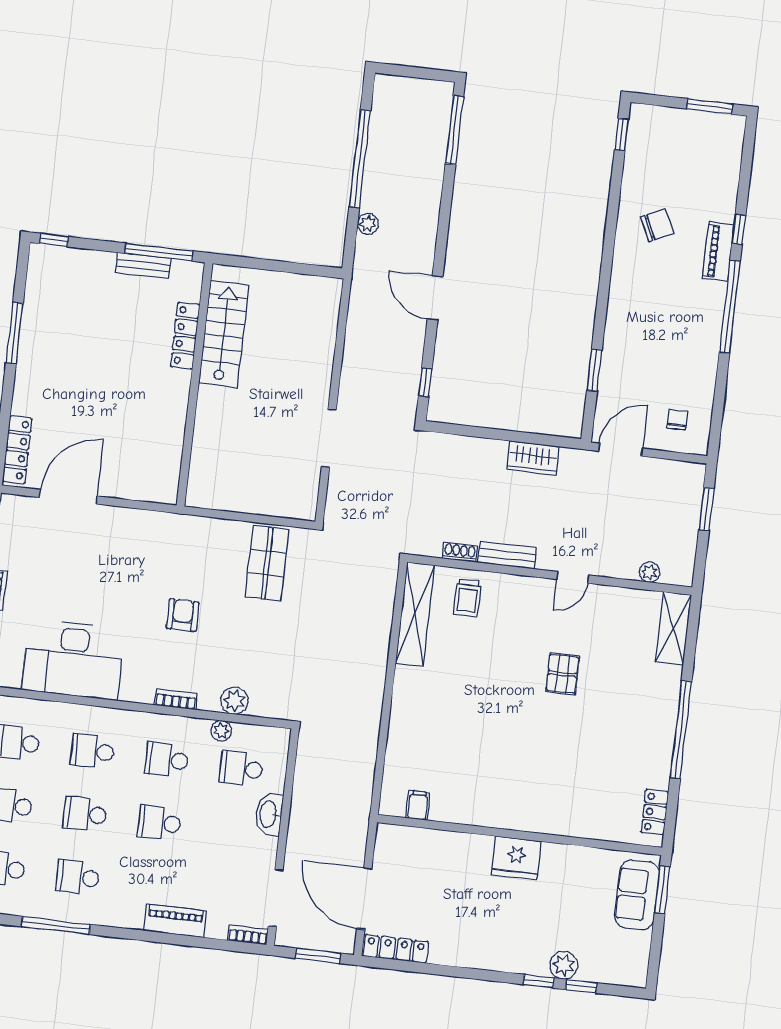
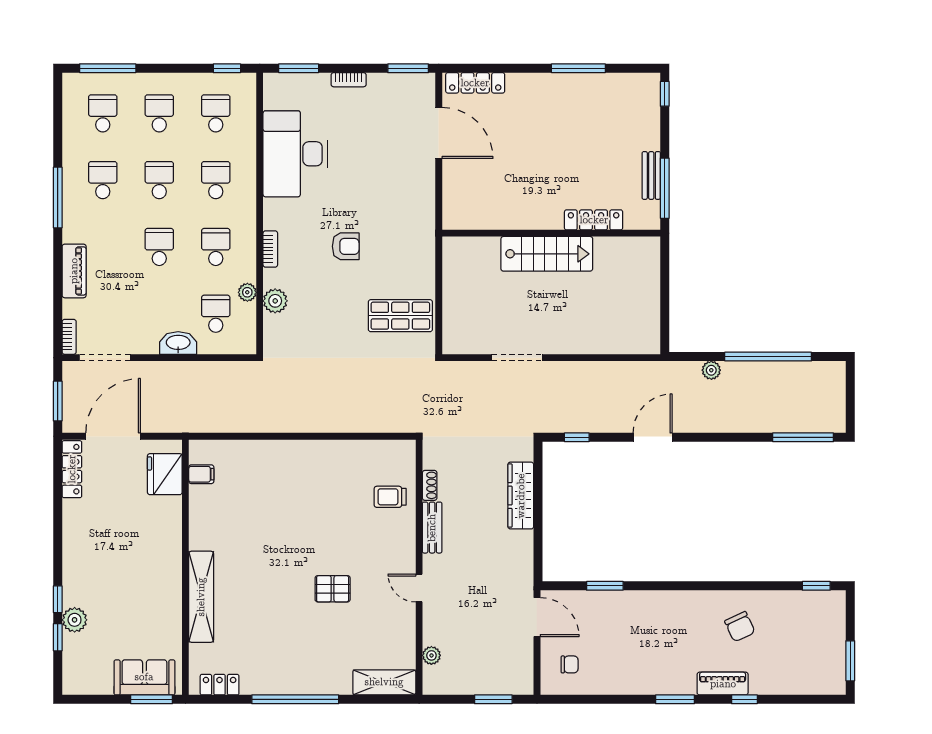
window: (730, 307) -> (675, 699), width x0.47
stairs: (224, 334) -> (547, 254), moved
wardrobe: (533, 458) -> (521, 496), moved, width x1.50
shelving: (415, 614) -> (201, 597), moved, turned 90
fridge: (516, 858) -> (165, 474), moved
window: (56, 925) -> (58, 197), moved

